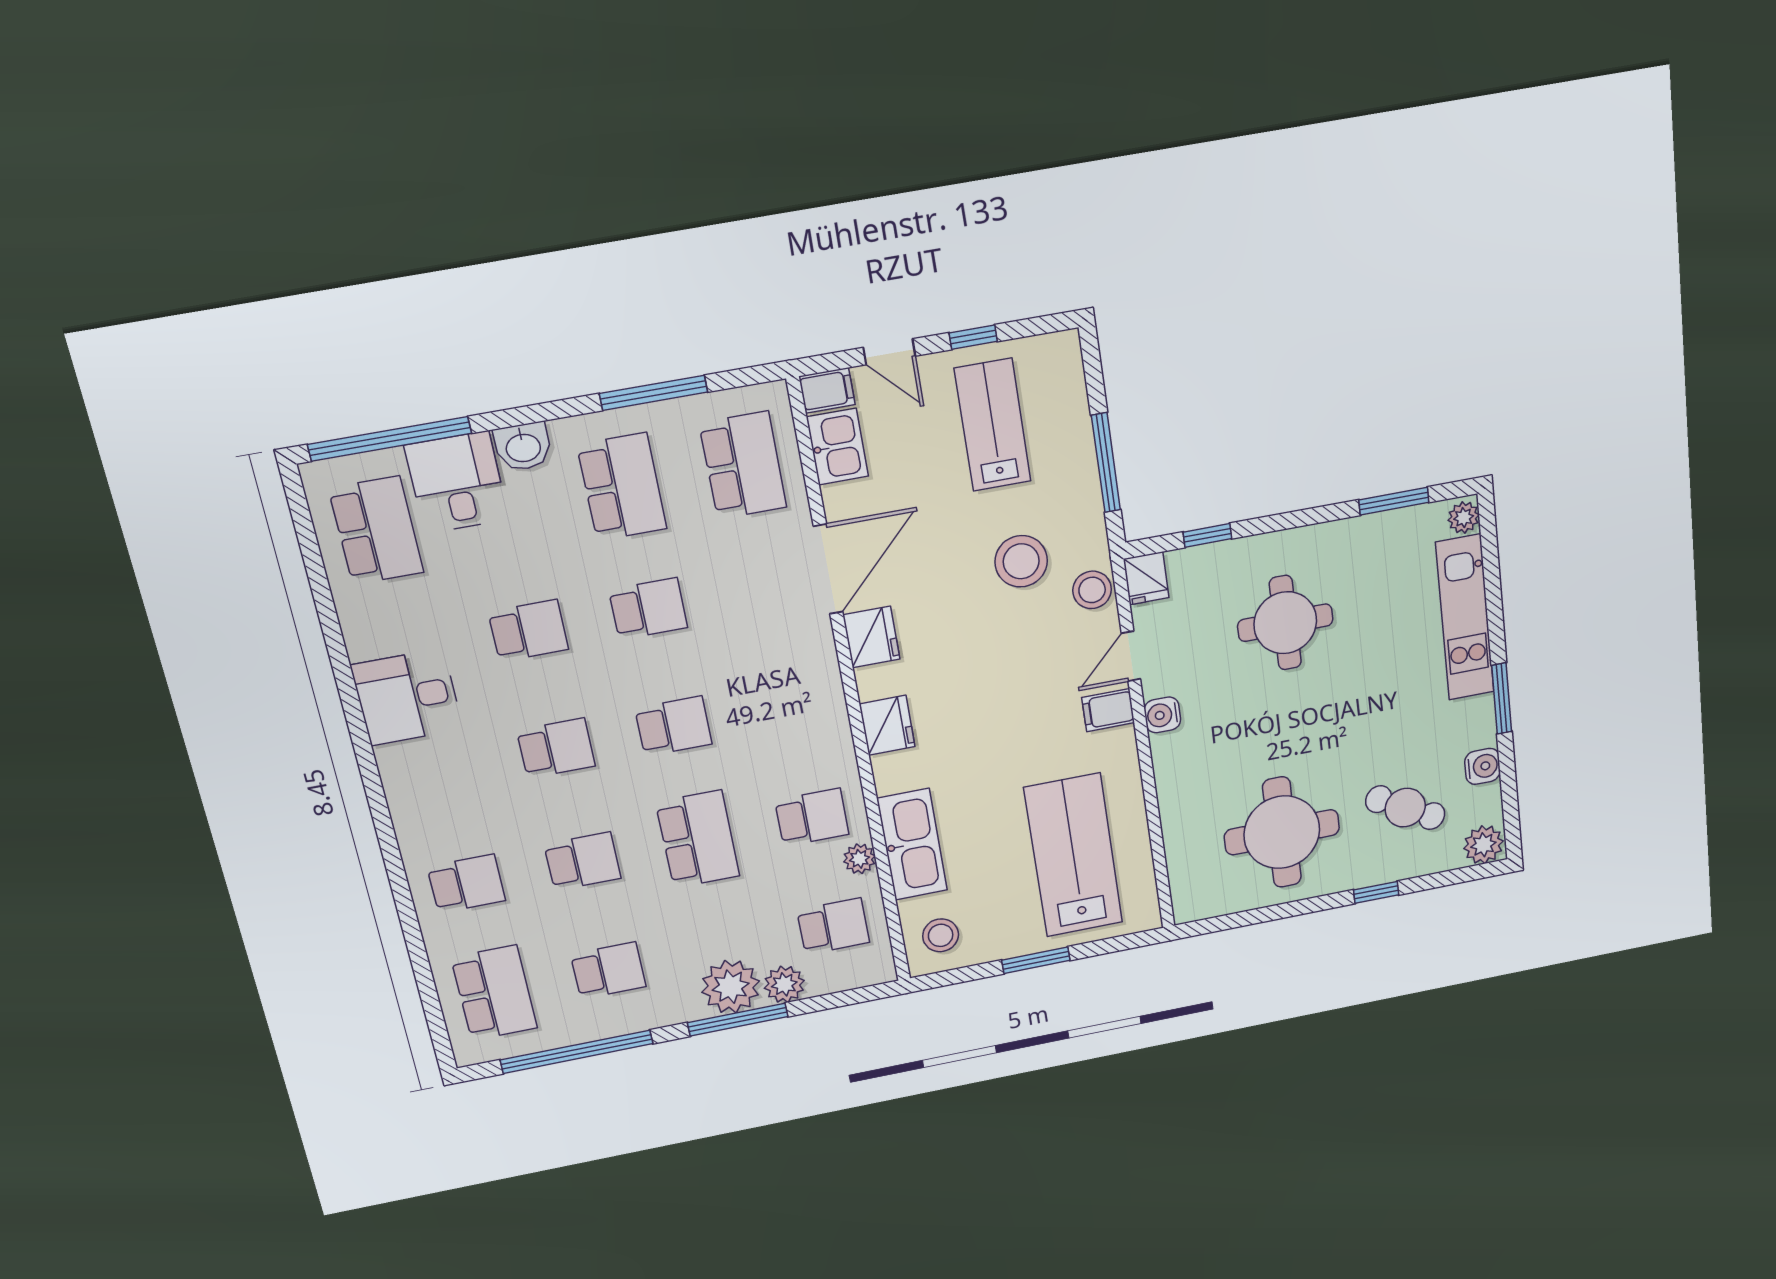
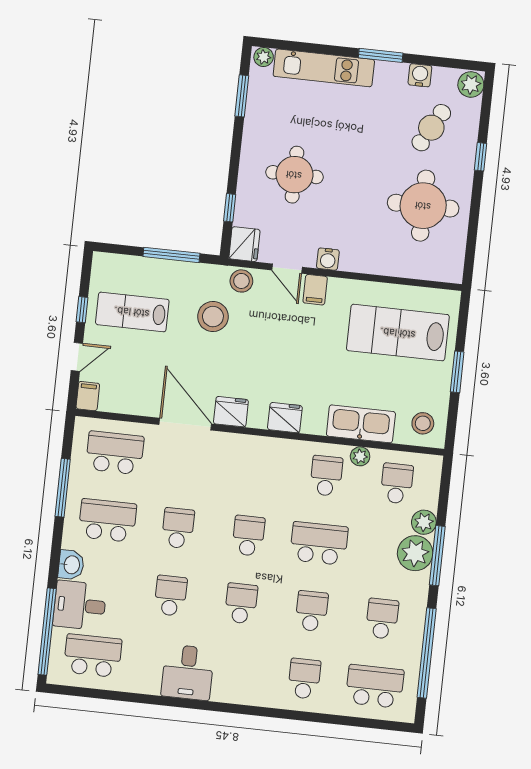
kitchen sink: (837, 447) -> (120, 399), removed
fridge: (1146, 578) -> (244, 244), width x1.38

